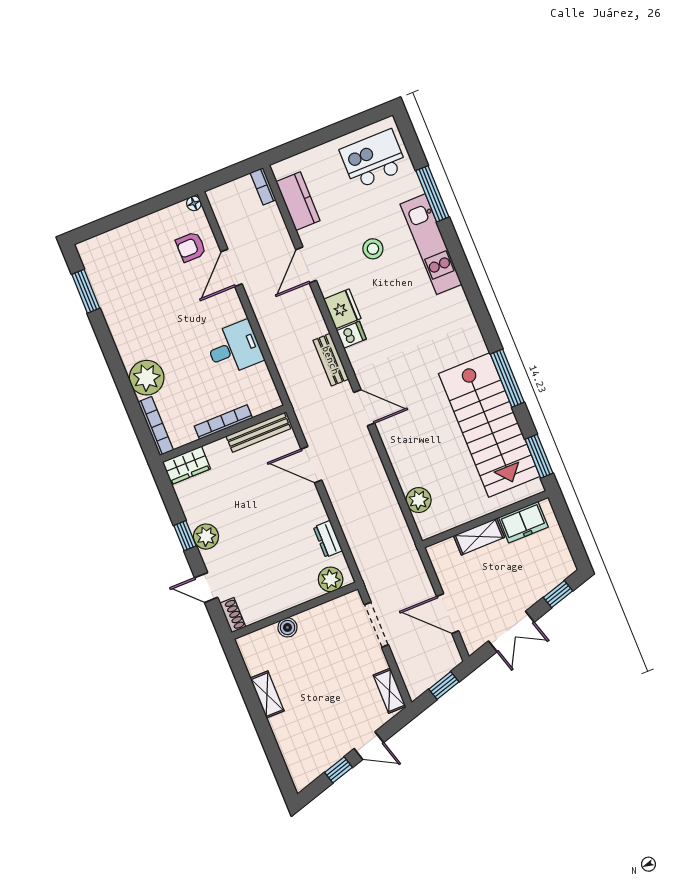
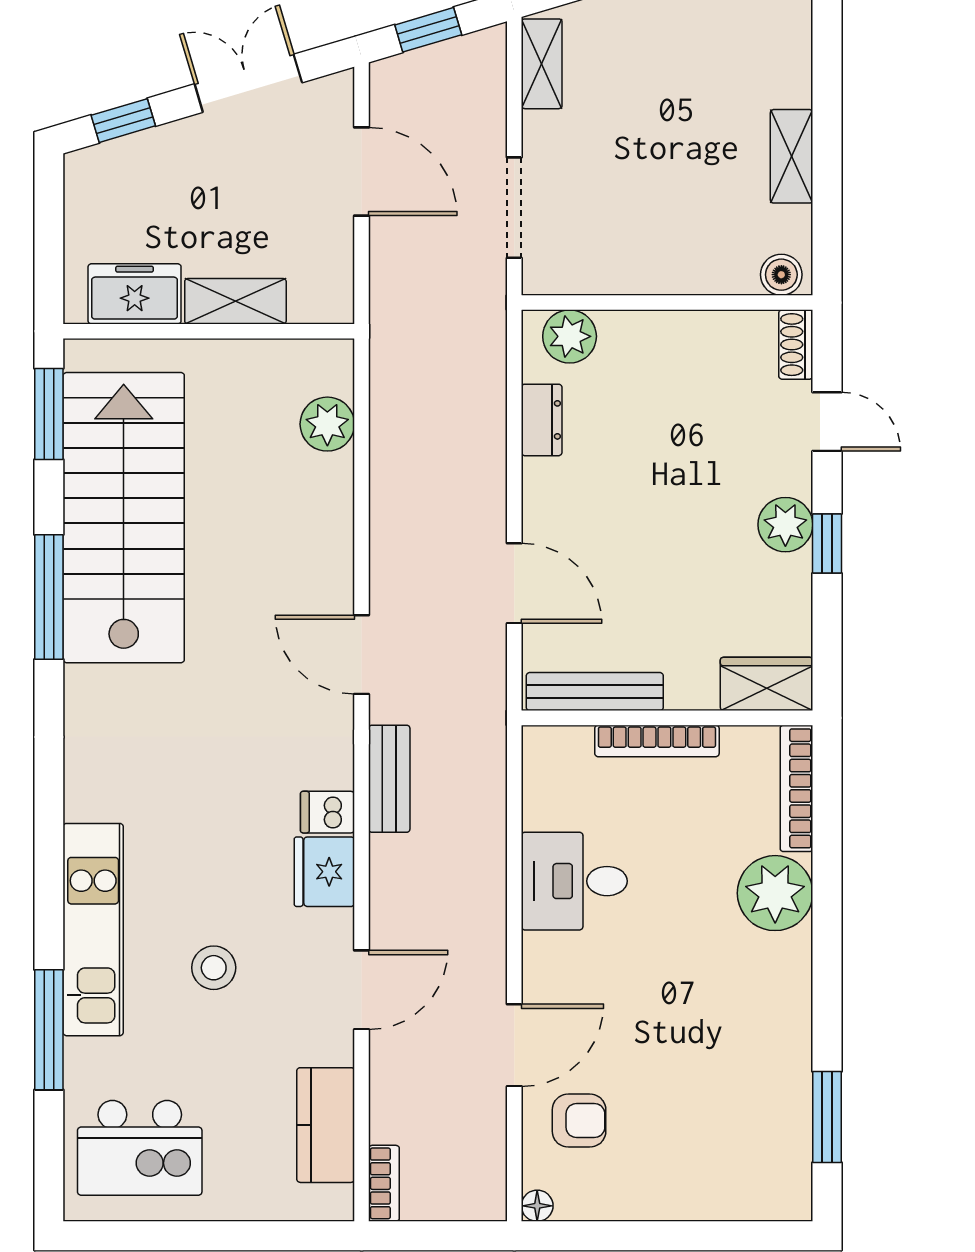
boiler: (287, 627) -> (781, 275), moved

